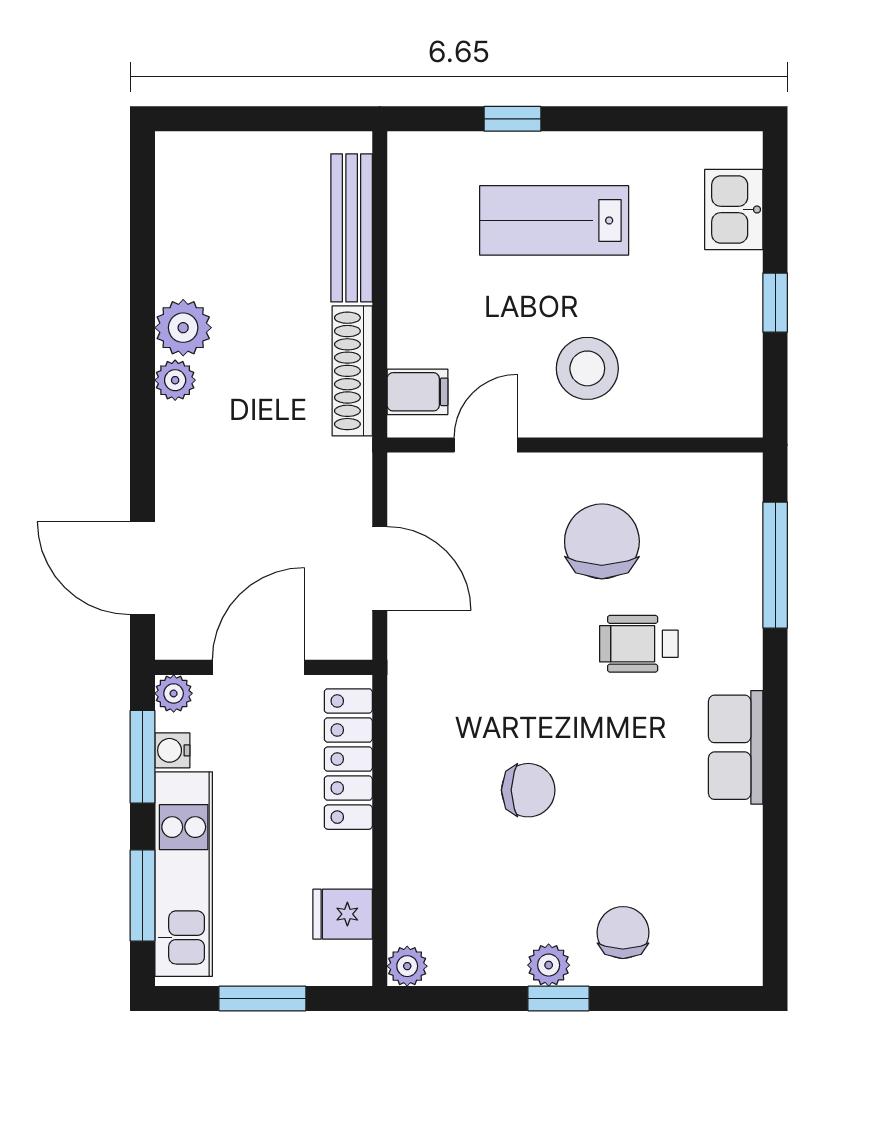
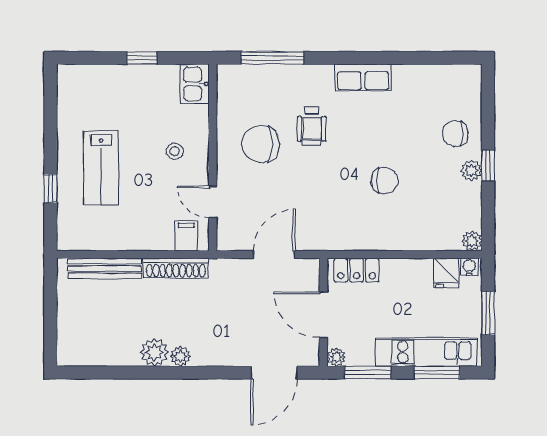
kitchen sink: (734, 209) -> (195, 84), moved, turned 90
stool: (587, 368) -> (175, 151), width x0.53, depth x0.53
water cooler: (172, 750) -> (469, 267), moved, turned 180
locker: (348, 759) -> (357, 270), width x0.66
chair: (528, 790) -> (384, 181), turned 90

